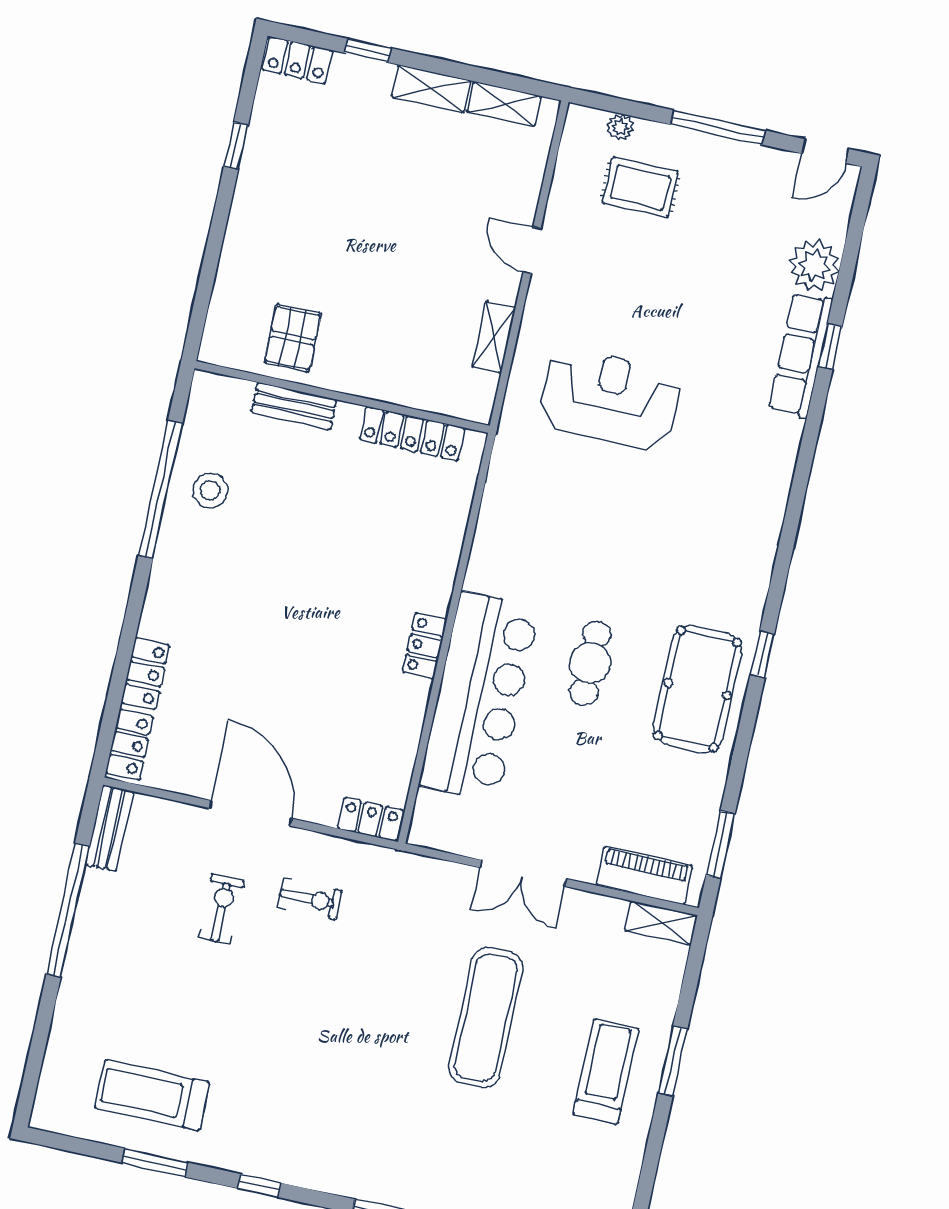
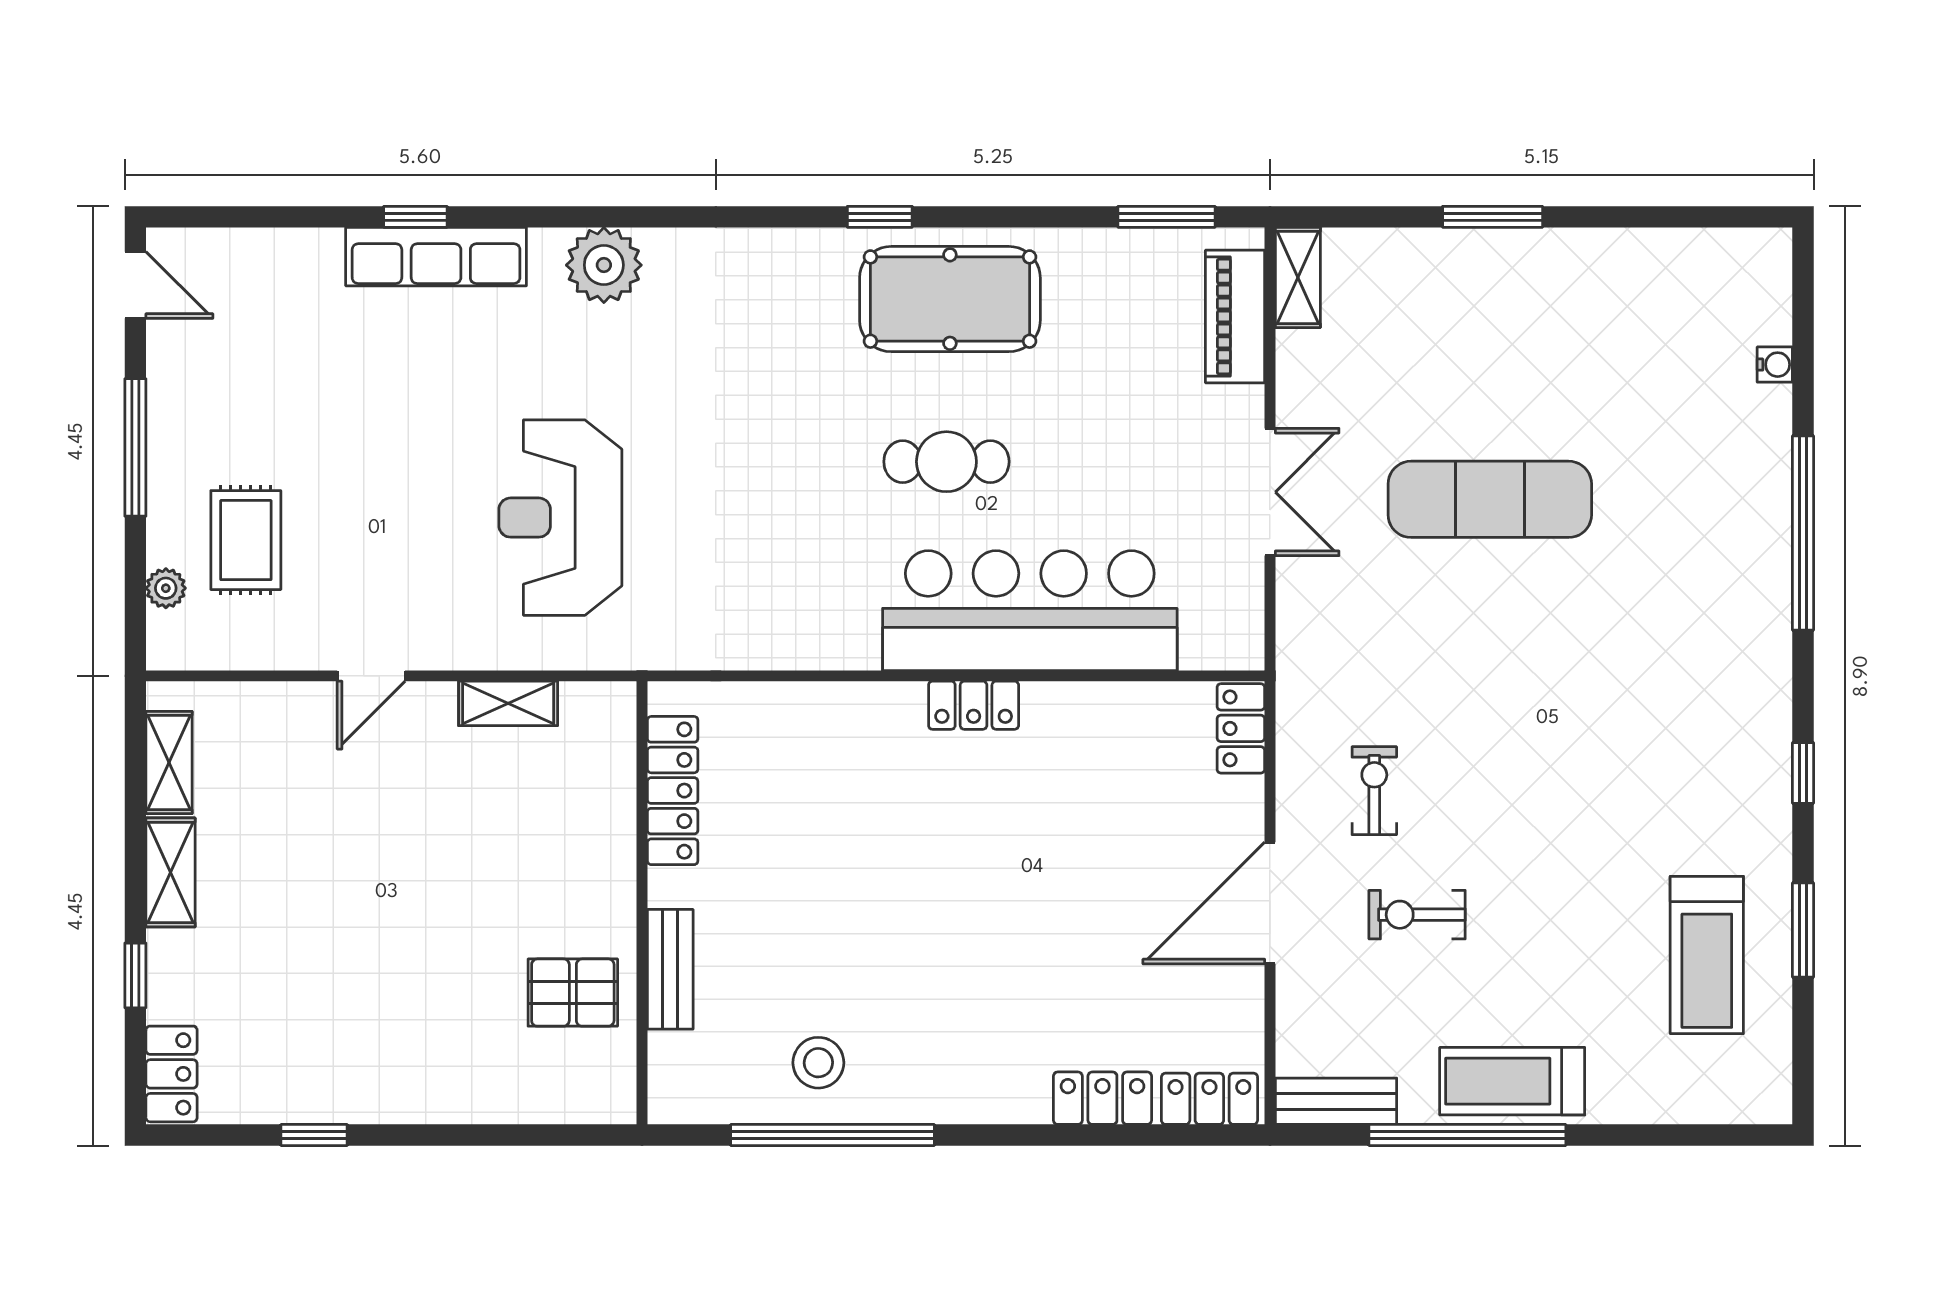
plant: (814, 266) -> (604, 265), moved
treadmill: (606, 1071) -> (1512, 1081), moved

